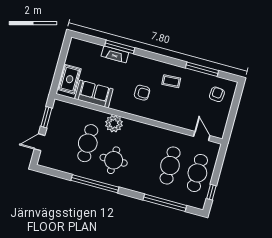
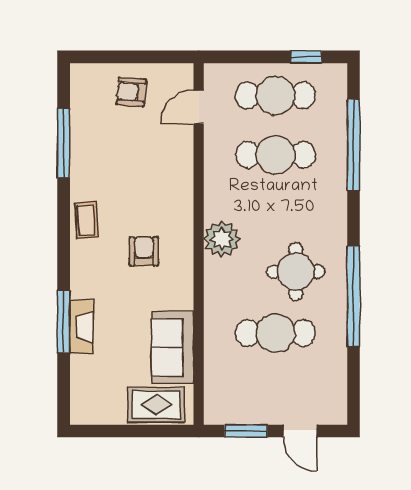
coffee table: (171, 81) -> (86, 220), moved
armchair: (217, 94) -> (131, 92), moved
plant: (114, 124) -> (222, 239), moved

